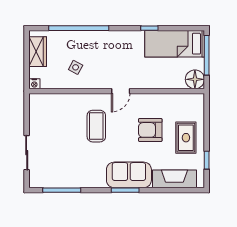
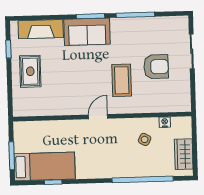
window: (149, 28) -> (53, 182), moved
window: (207, 55) -> (12, 156), width x0.69
floor lamp: (195, 79) -> (23, 131), removed
nightstand: (34, 84) -> (165, 122), moved
armchair: (150, 130) -> (156, 67), moved
window: (62, 190) -> (135, 15), moved

